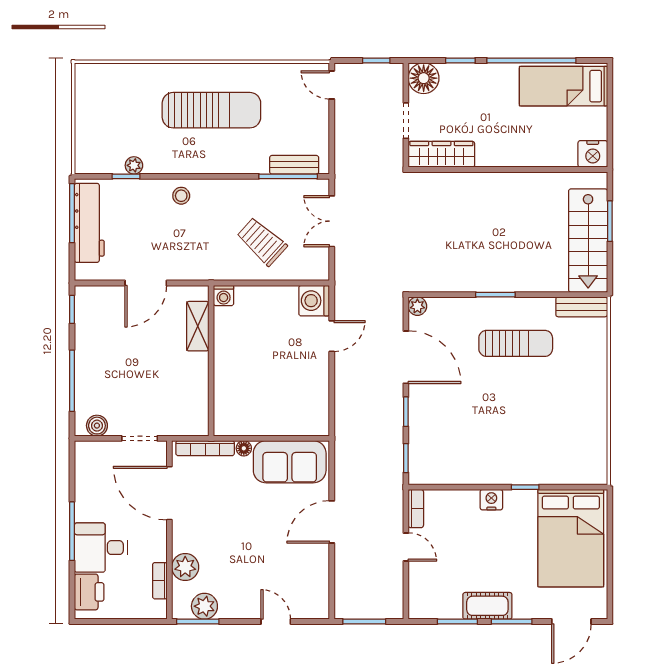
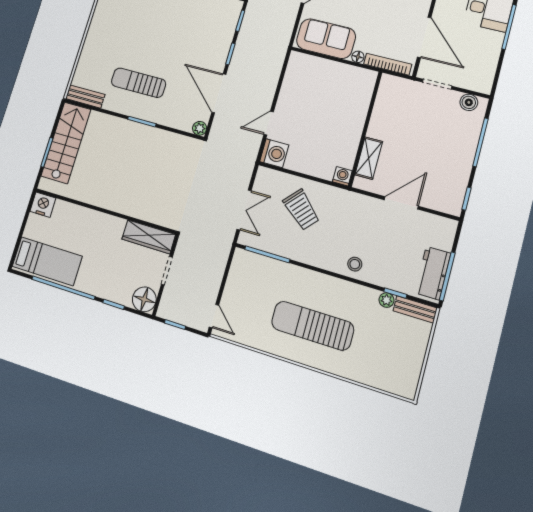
bench: (294, 165) -> (415, 309), moved
workbench: (89, 223) -> (433, 273), width x0.73

